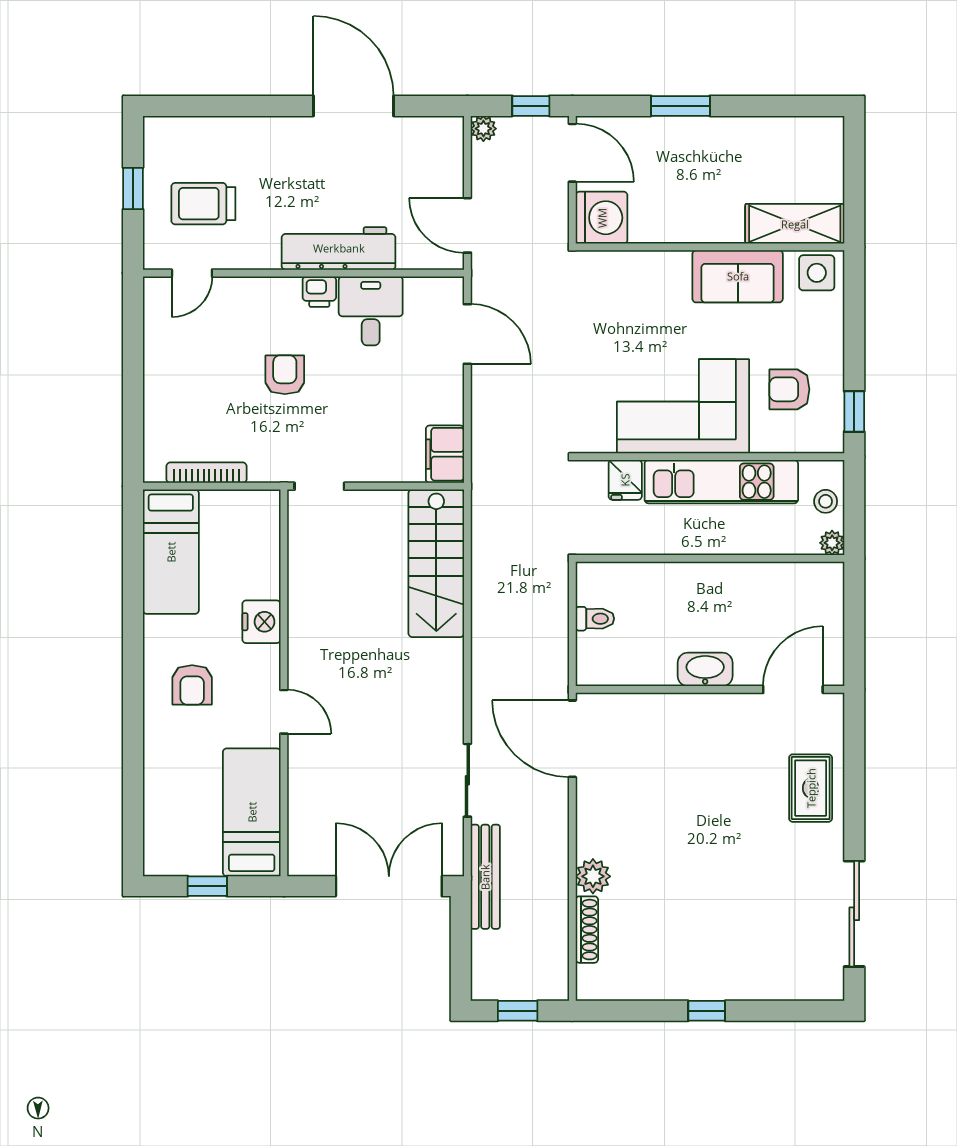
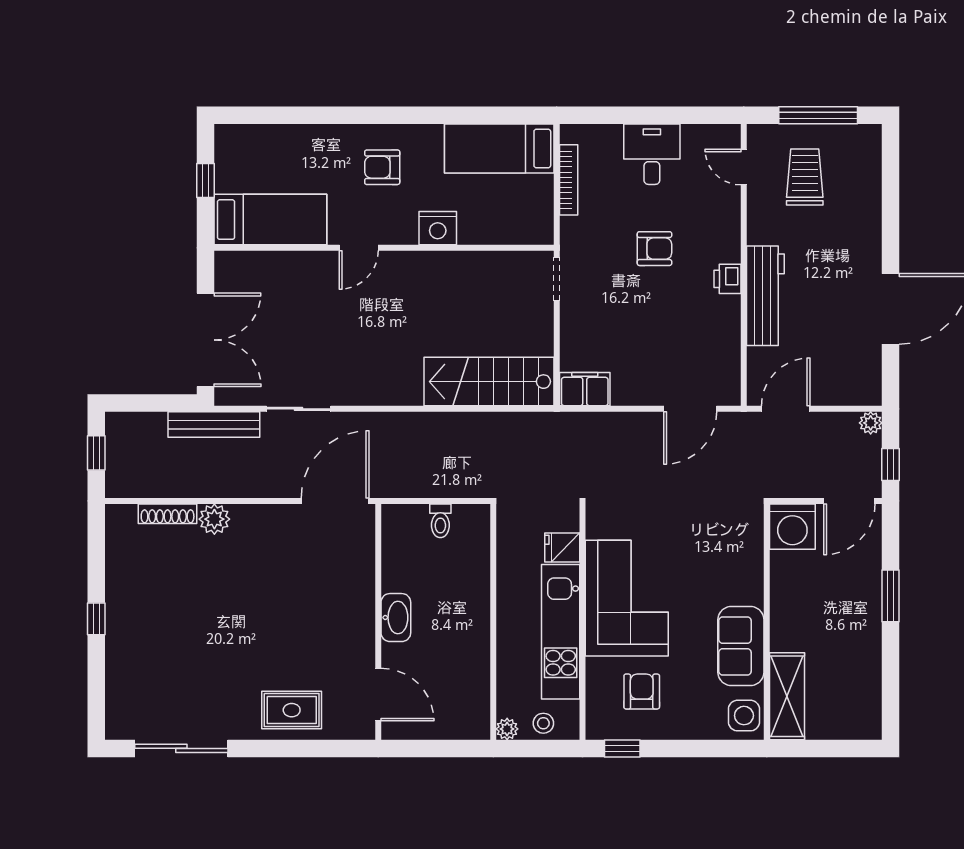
window: (133, 188) -> (818, 115), width x2.17
desk: (371, 311) -> (652, 154), moved, turned -90

